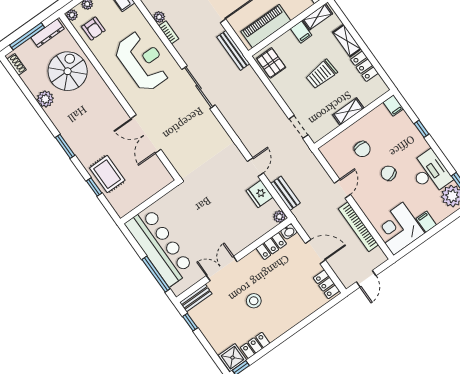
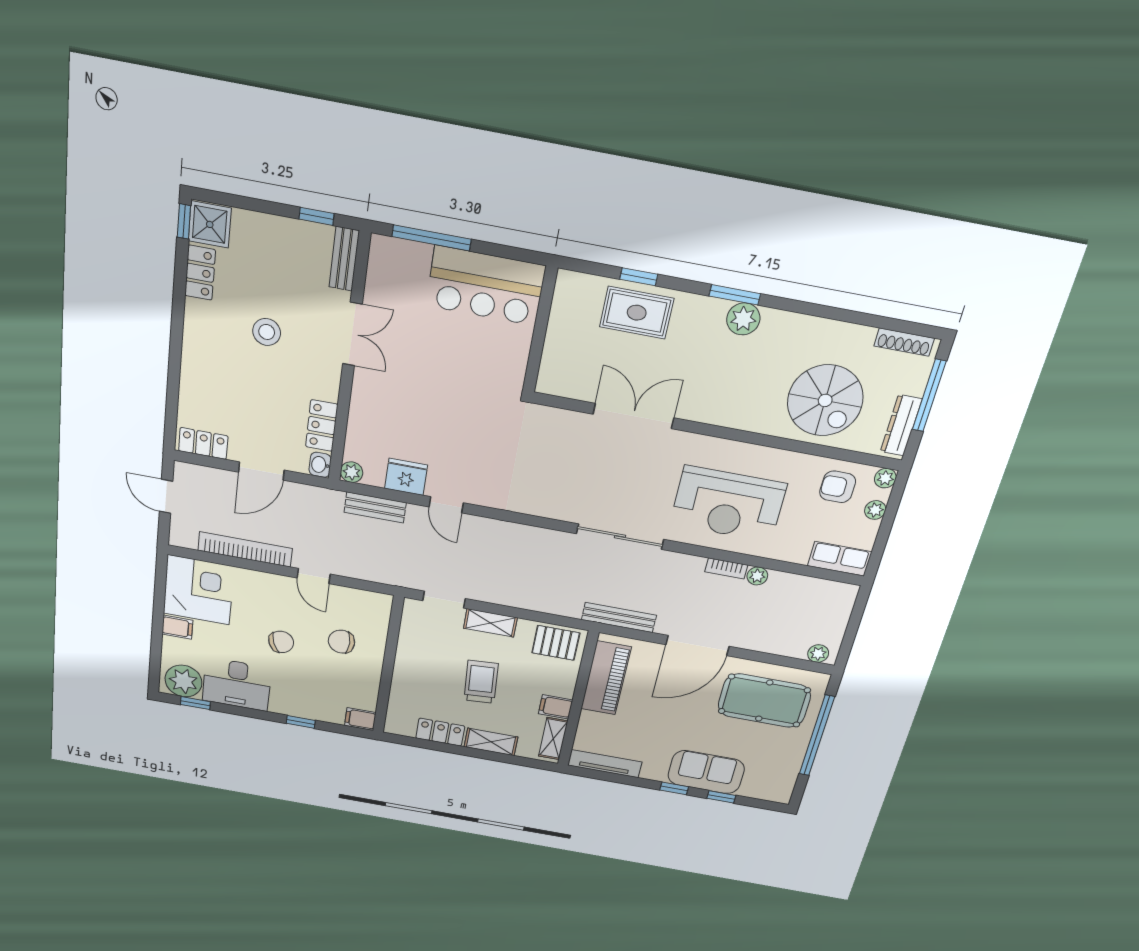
shoe rack: (17, 64) -> (904, 342), width x1.43
plant: (45, 99) -> (743, 319), moved
shelving: (348, 111) -> (490, 623), moved, turned 90
bar counter: (159, 246) -> (486, 286), width x0.73

